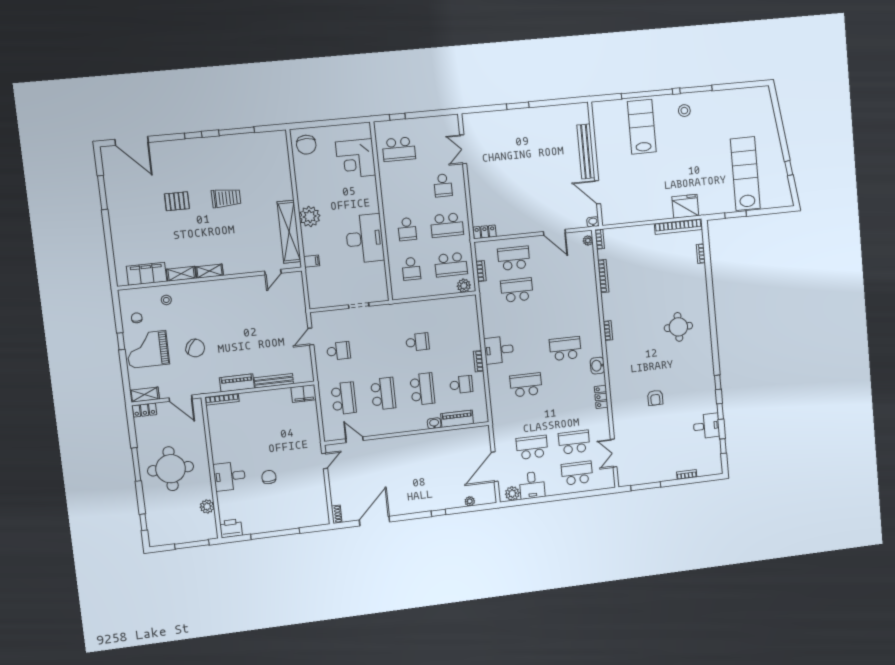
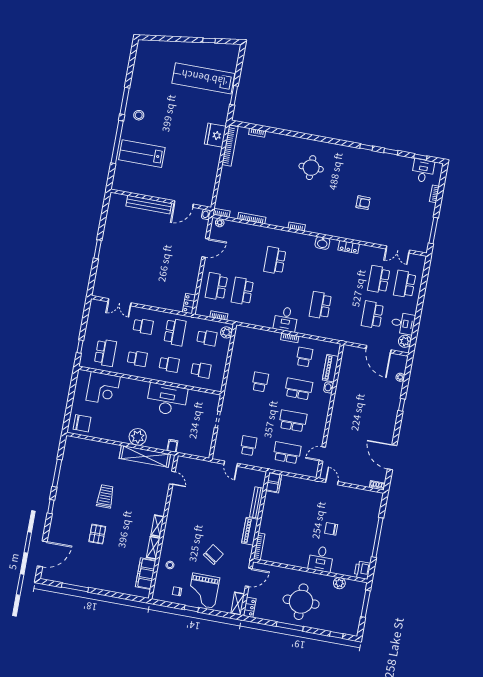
school desk: (403, 189) -> (137, 358), added
school desk: (451, 265) -> (207, 338), width x0.54
school desk: (565, 349) -> (275, 260), moved
desk: (706, 426) -> (423, 171), moved

